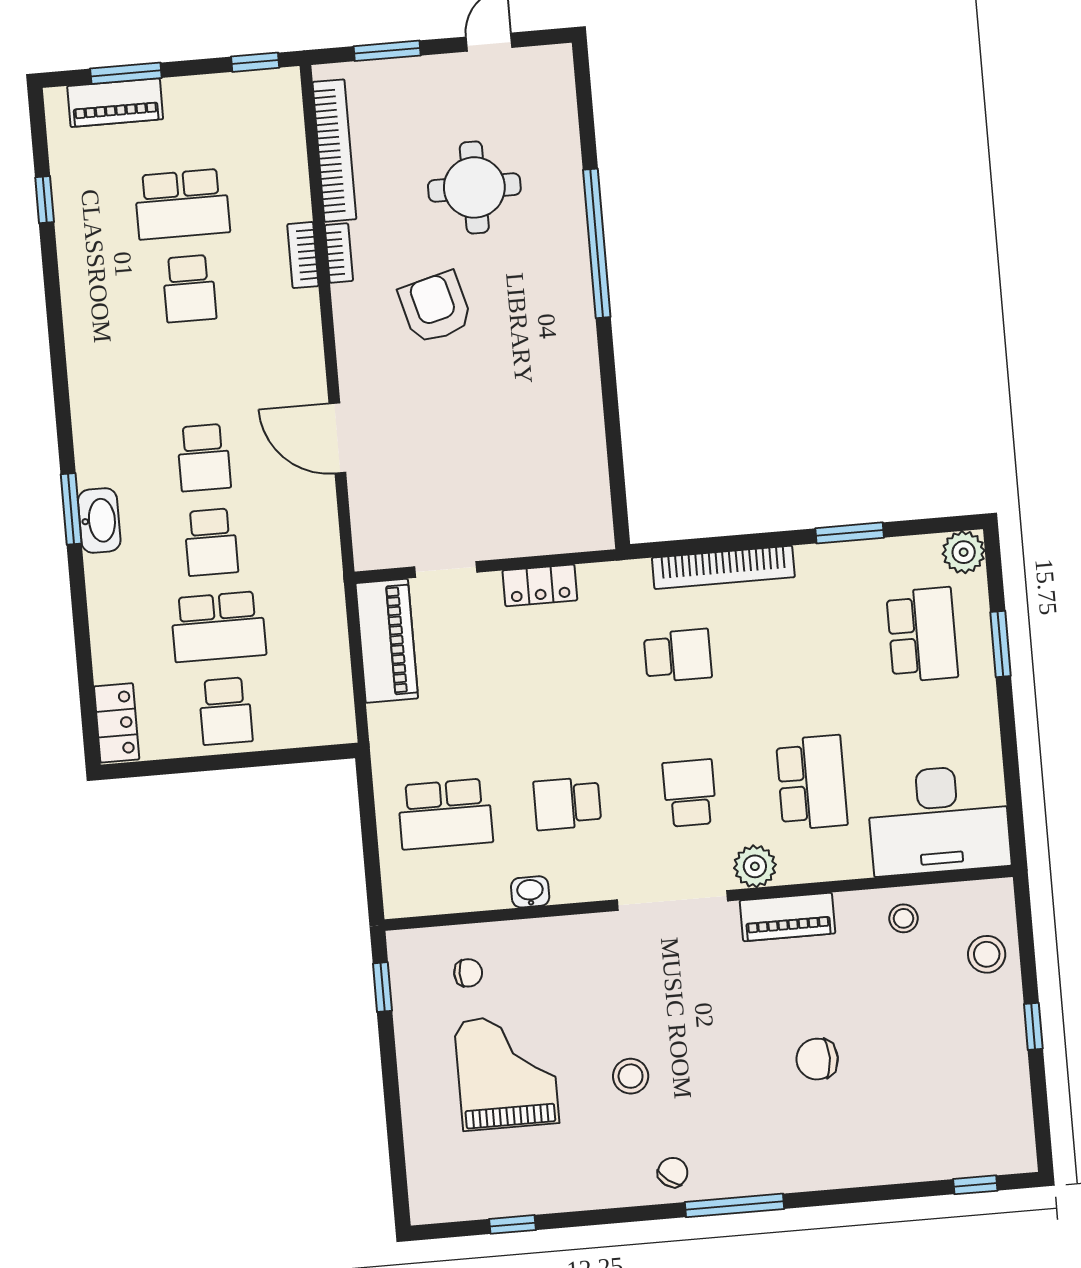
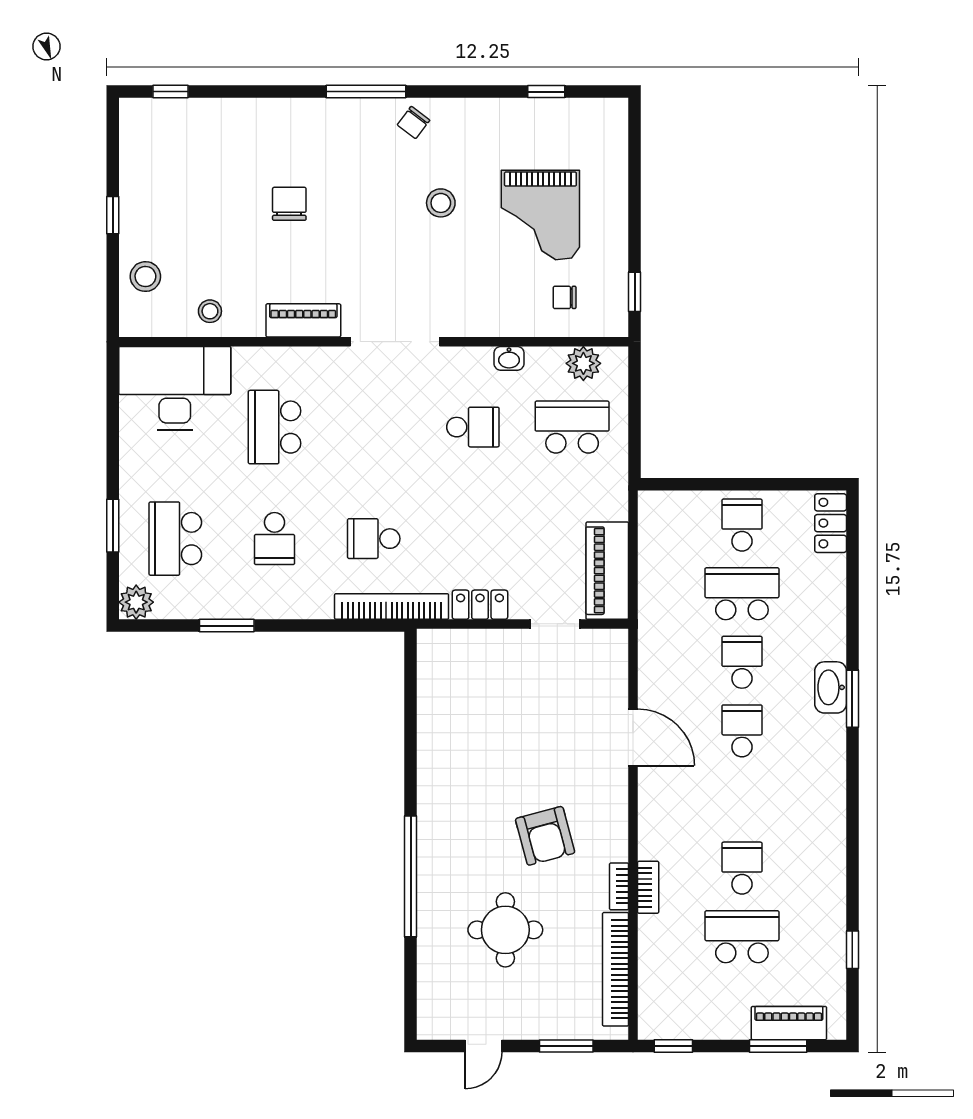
bookcase: (723, 567) -> (392, 606), moved
school desk: (690, 793) -> (275, 539), moved
plant: (755, 866) -> (583, 363), moved
chair: (817, 1059) -> (289, 204), turned -90

